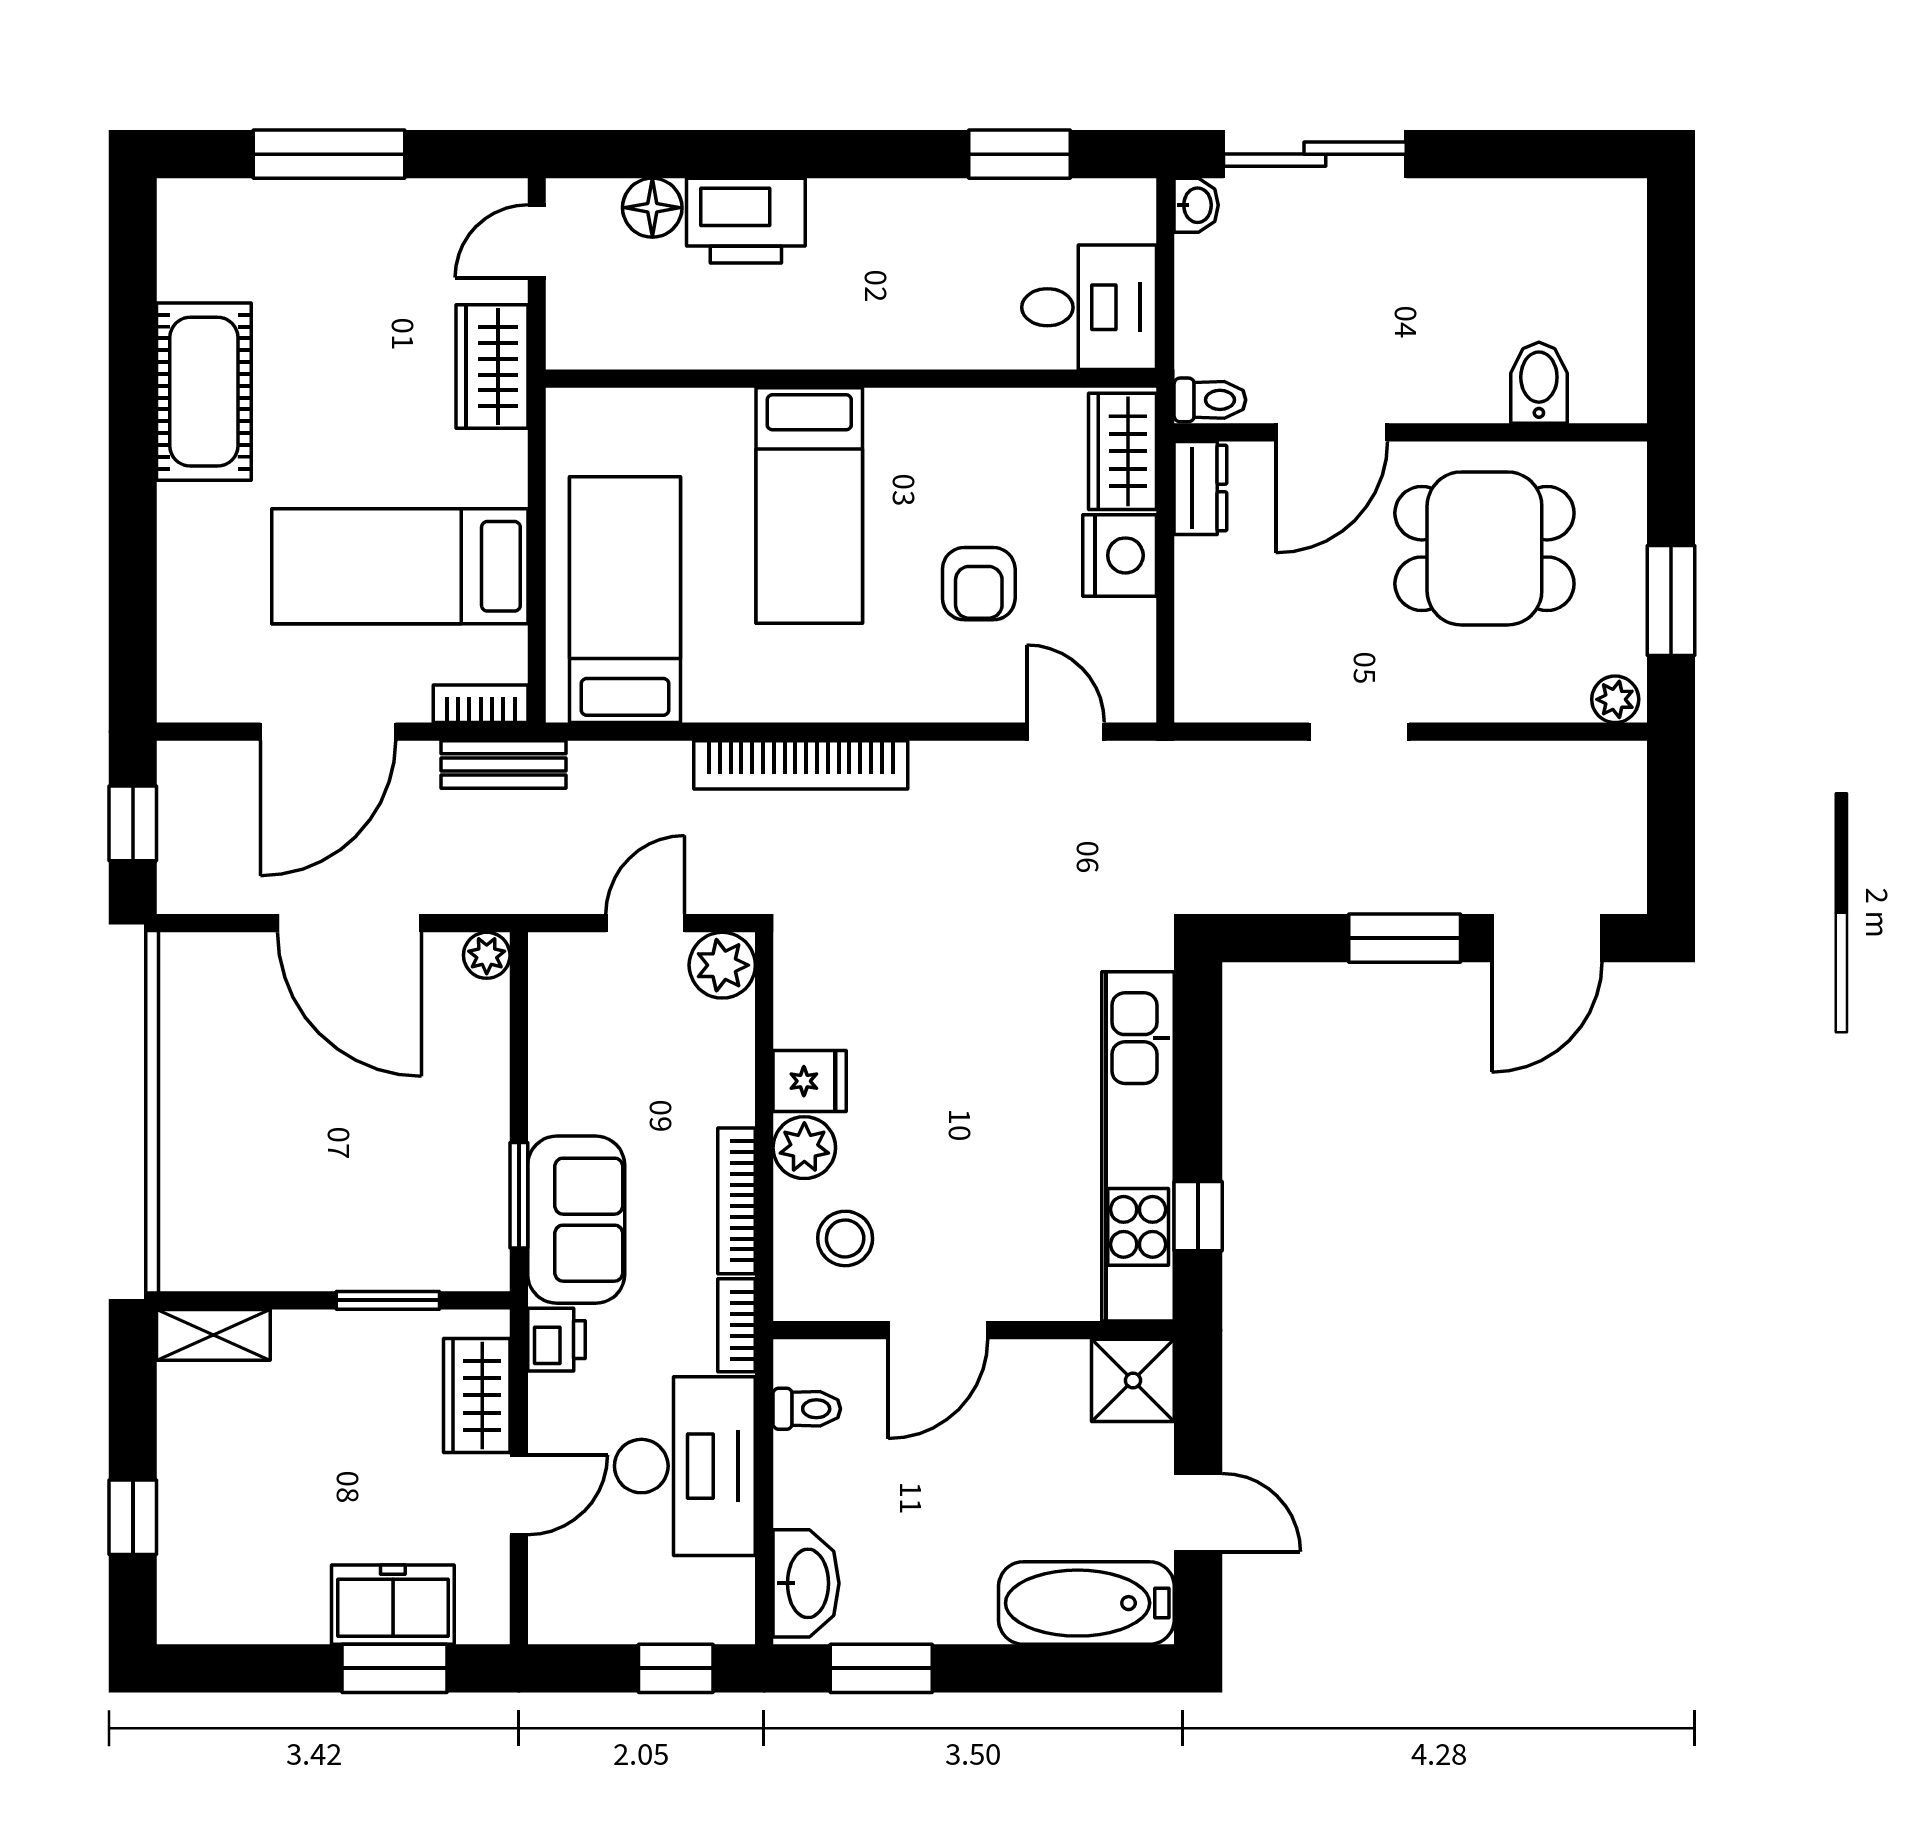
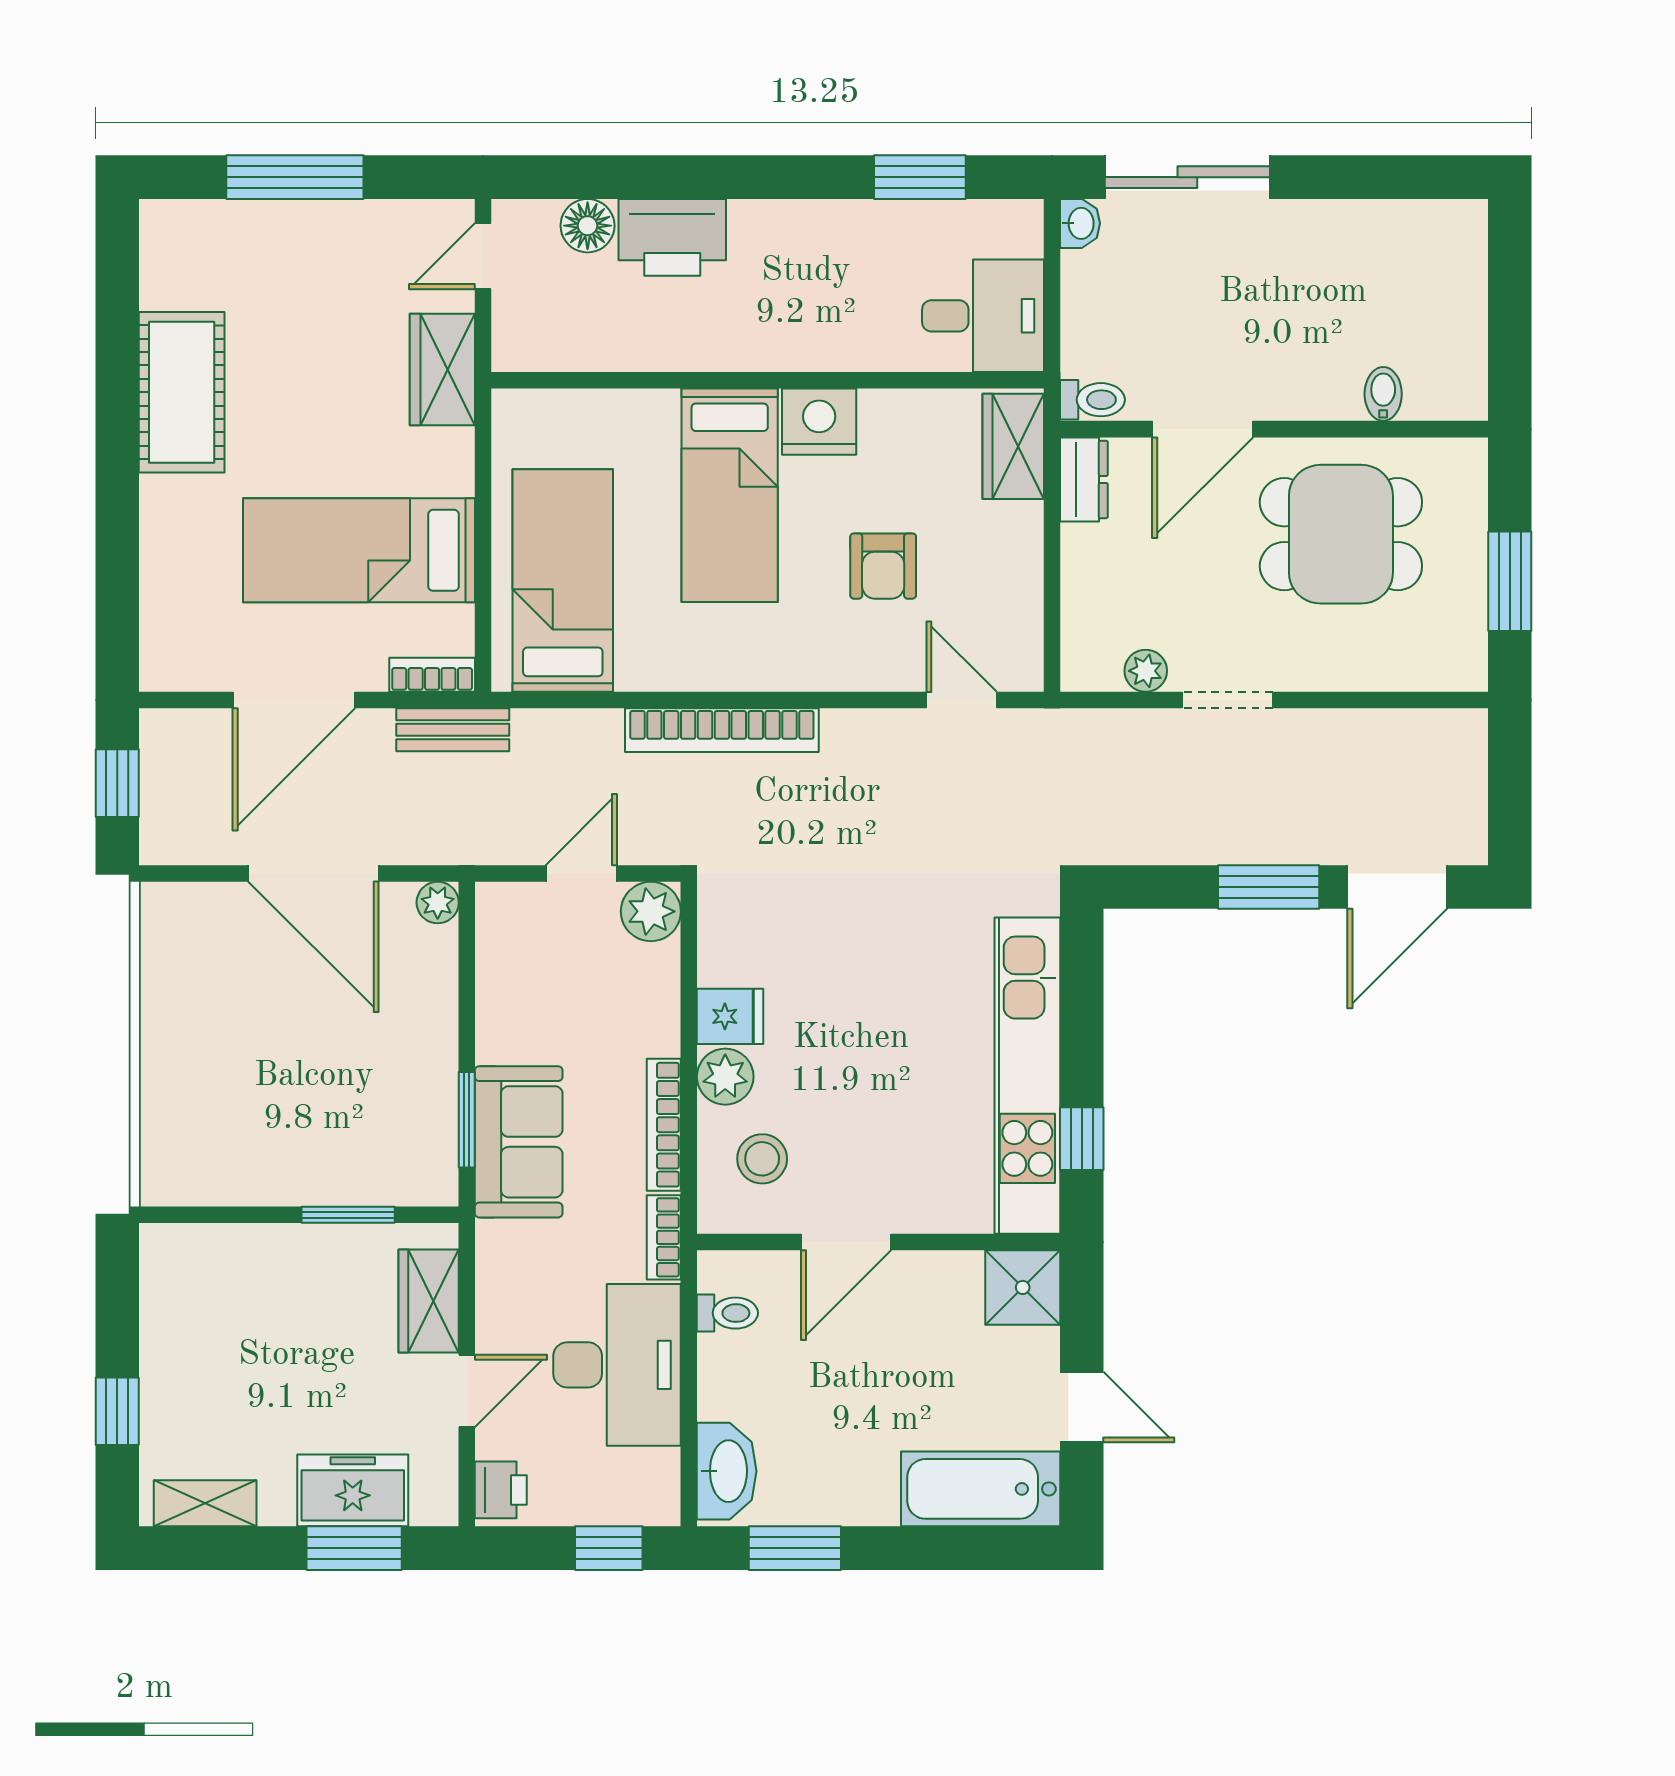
bidet: (1539, 383) -> (1383, 394), width x0.72, depth x0.74
nightstand: (1120, 555) -> (819, 422), moved, turned -90
plant: (1615, 699) -> (1146, 671), moved
shelving: (213, 1335) -> (205, 1503), moved
printer: (556, 1340) -> (501, 1490), moved

